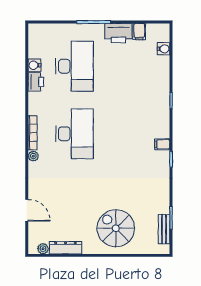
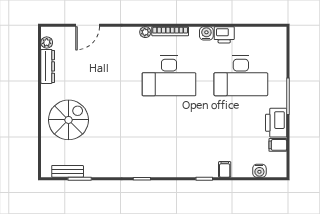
water cooler: (34, 65) -> (206, 33), moved
filing cabinet: (162, 144) -> (225, 169), moved

